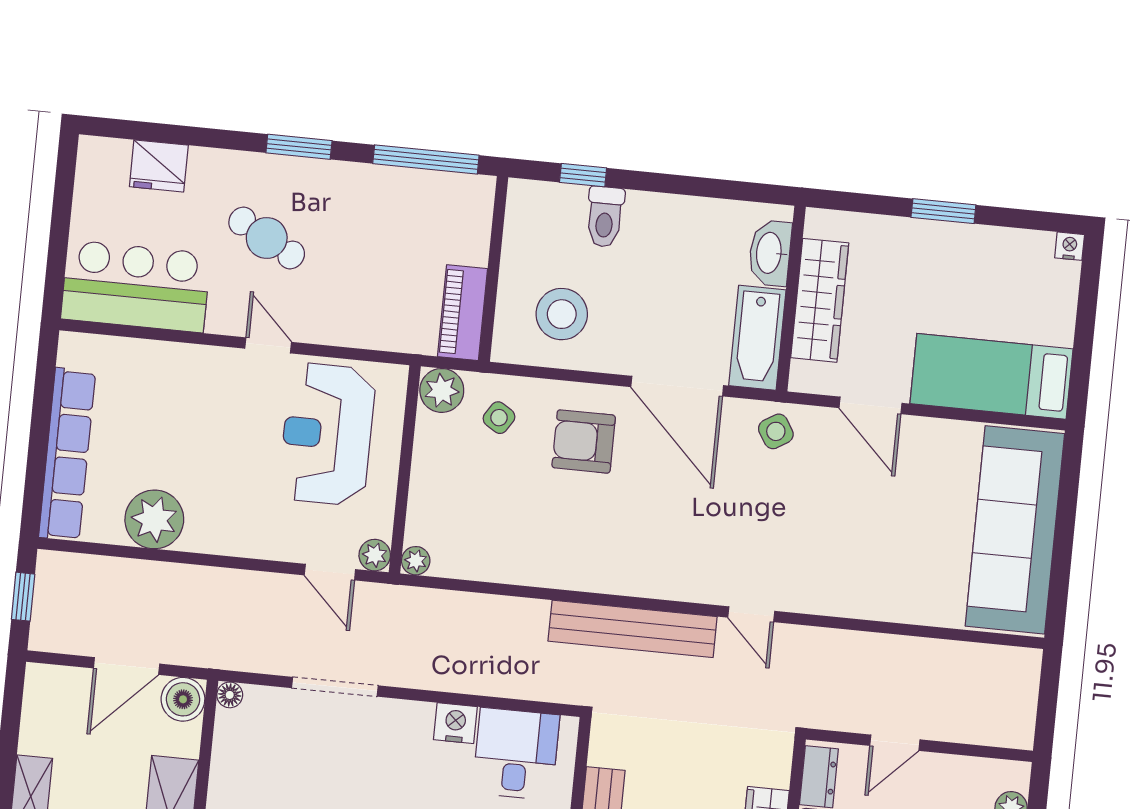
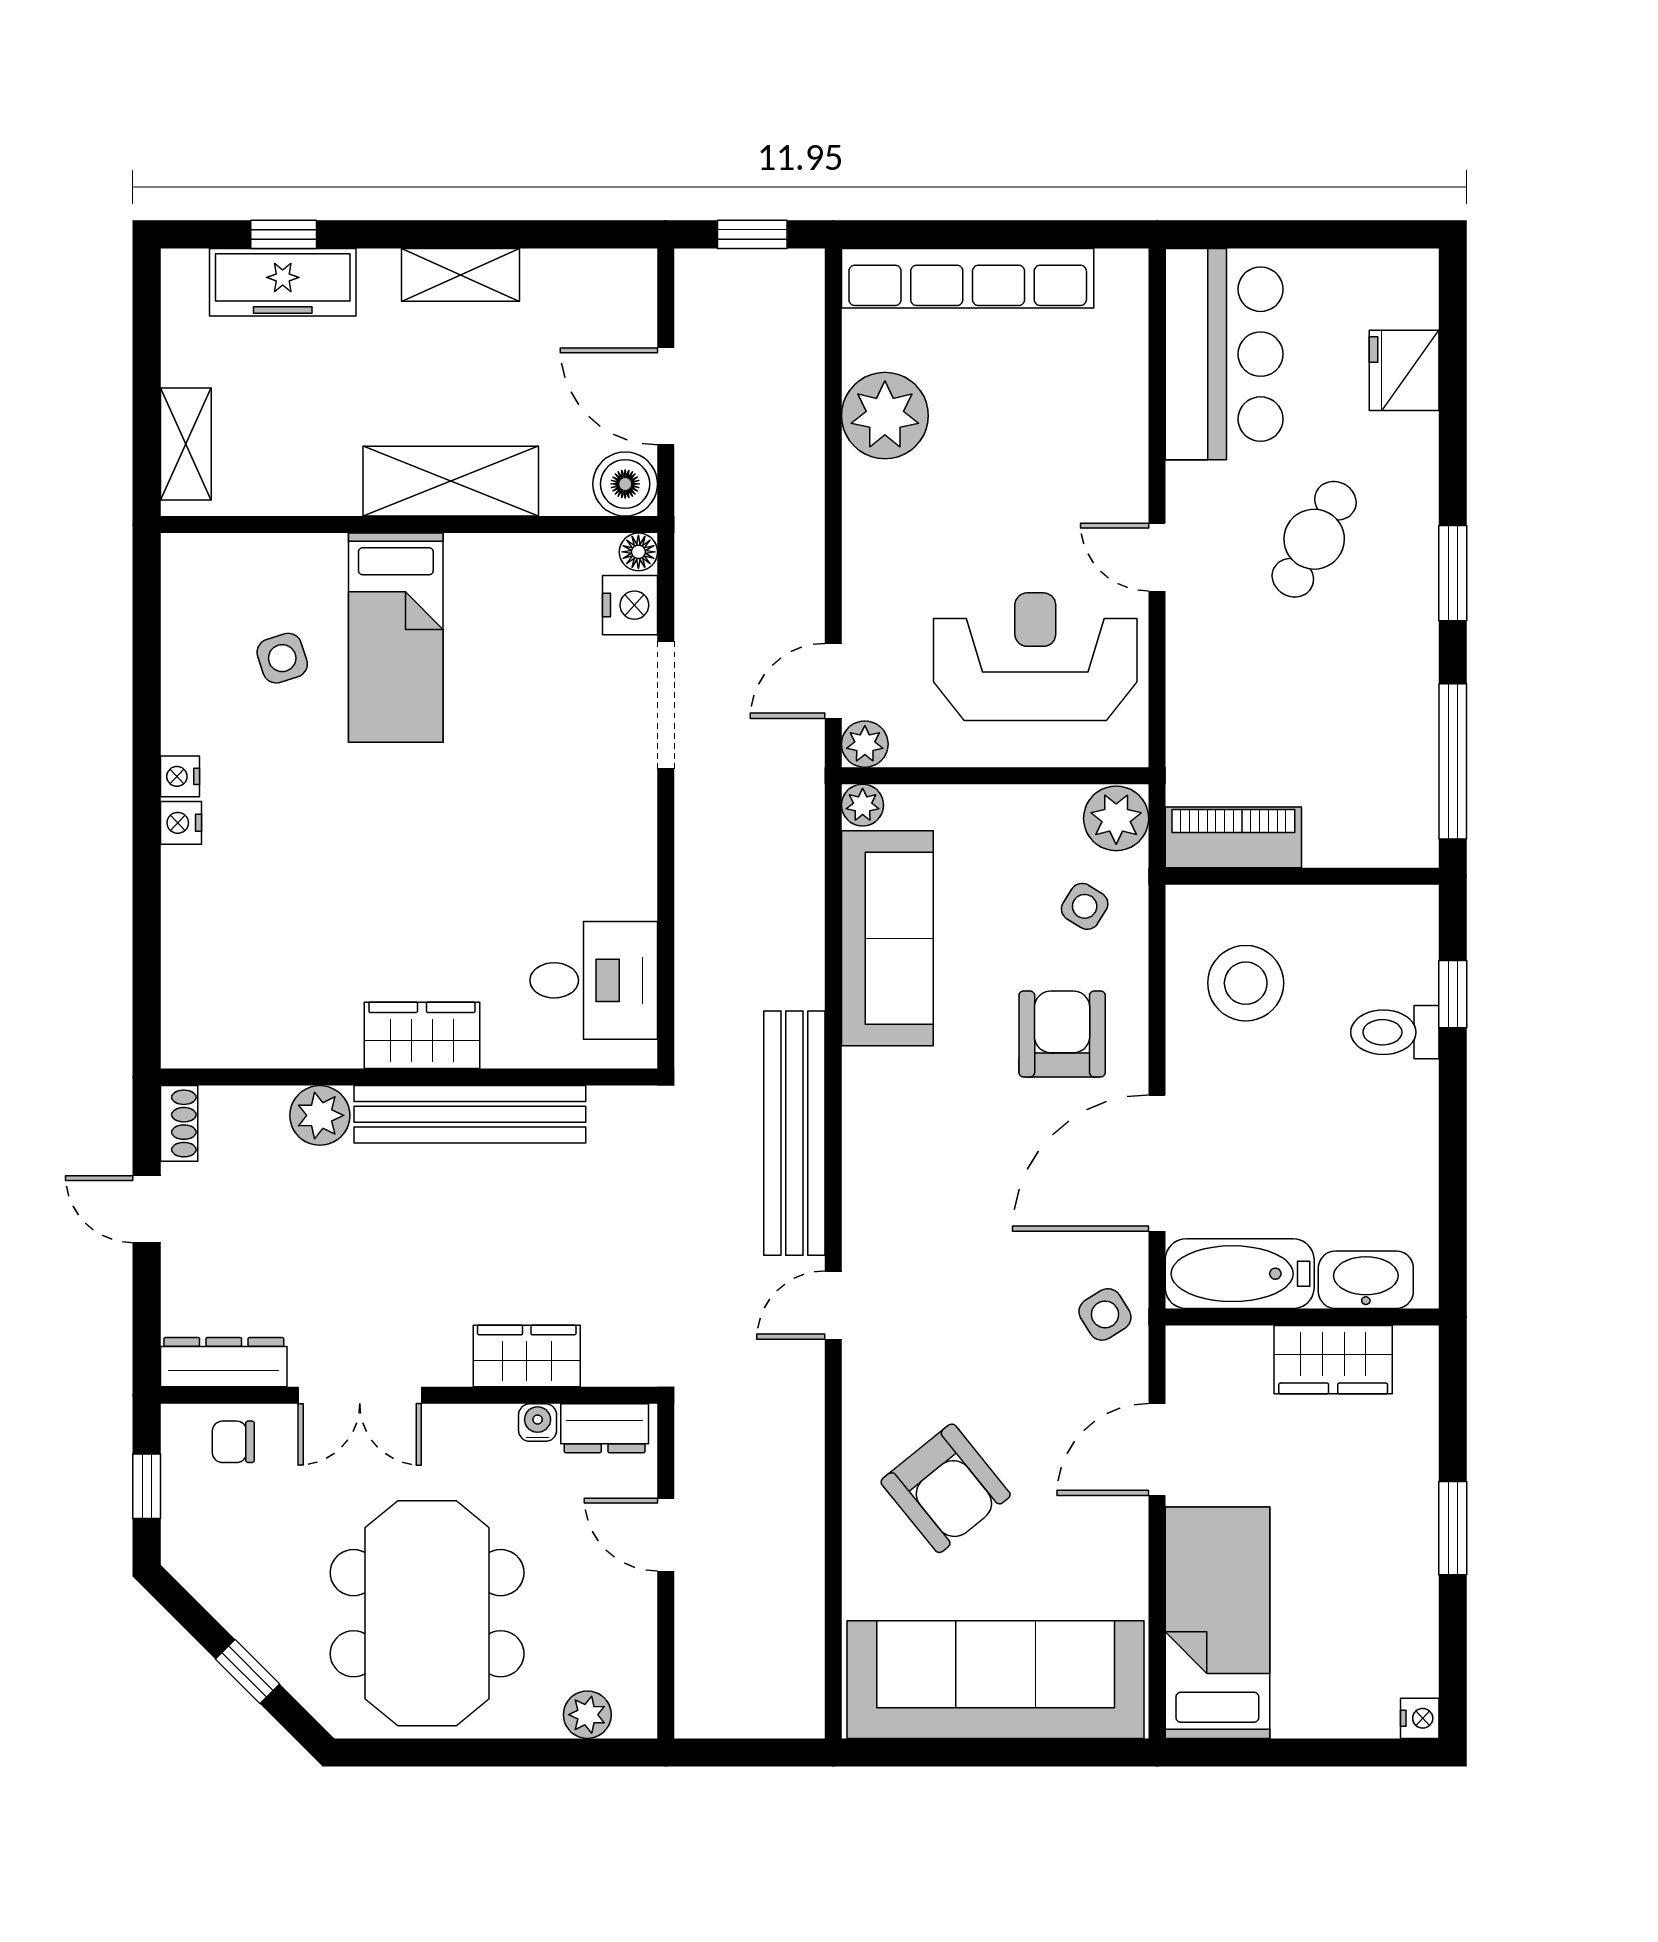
wardrobe: (820, 300) -> (1333, 1360), width x0.67
door: (268, 345) -> (1157, 557), swing flipped
armchair: (882, 551) -> (946, 1488), added
sofa: (507, 553) -> (887, 938), added
nightstand: (455, 723) -> (630, 605), moved

